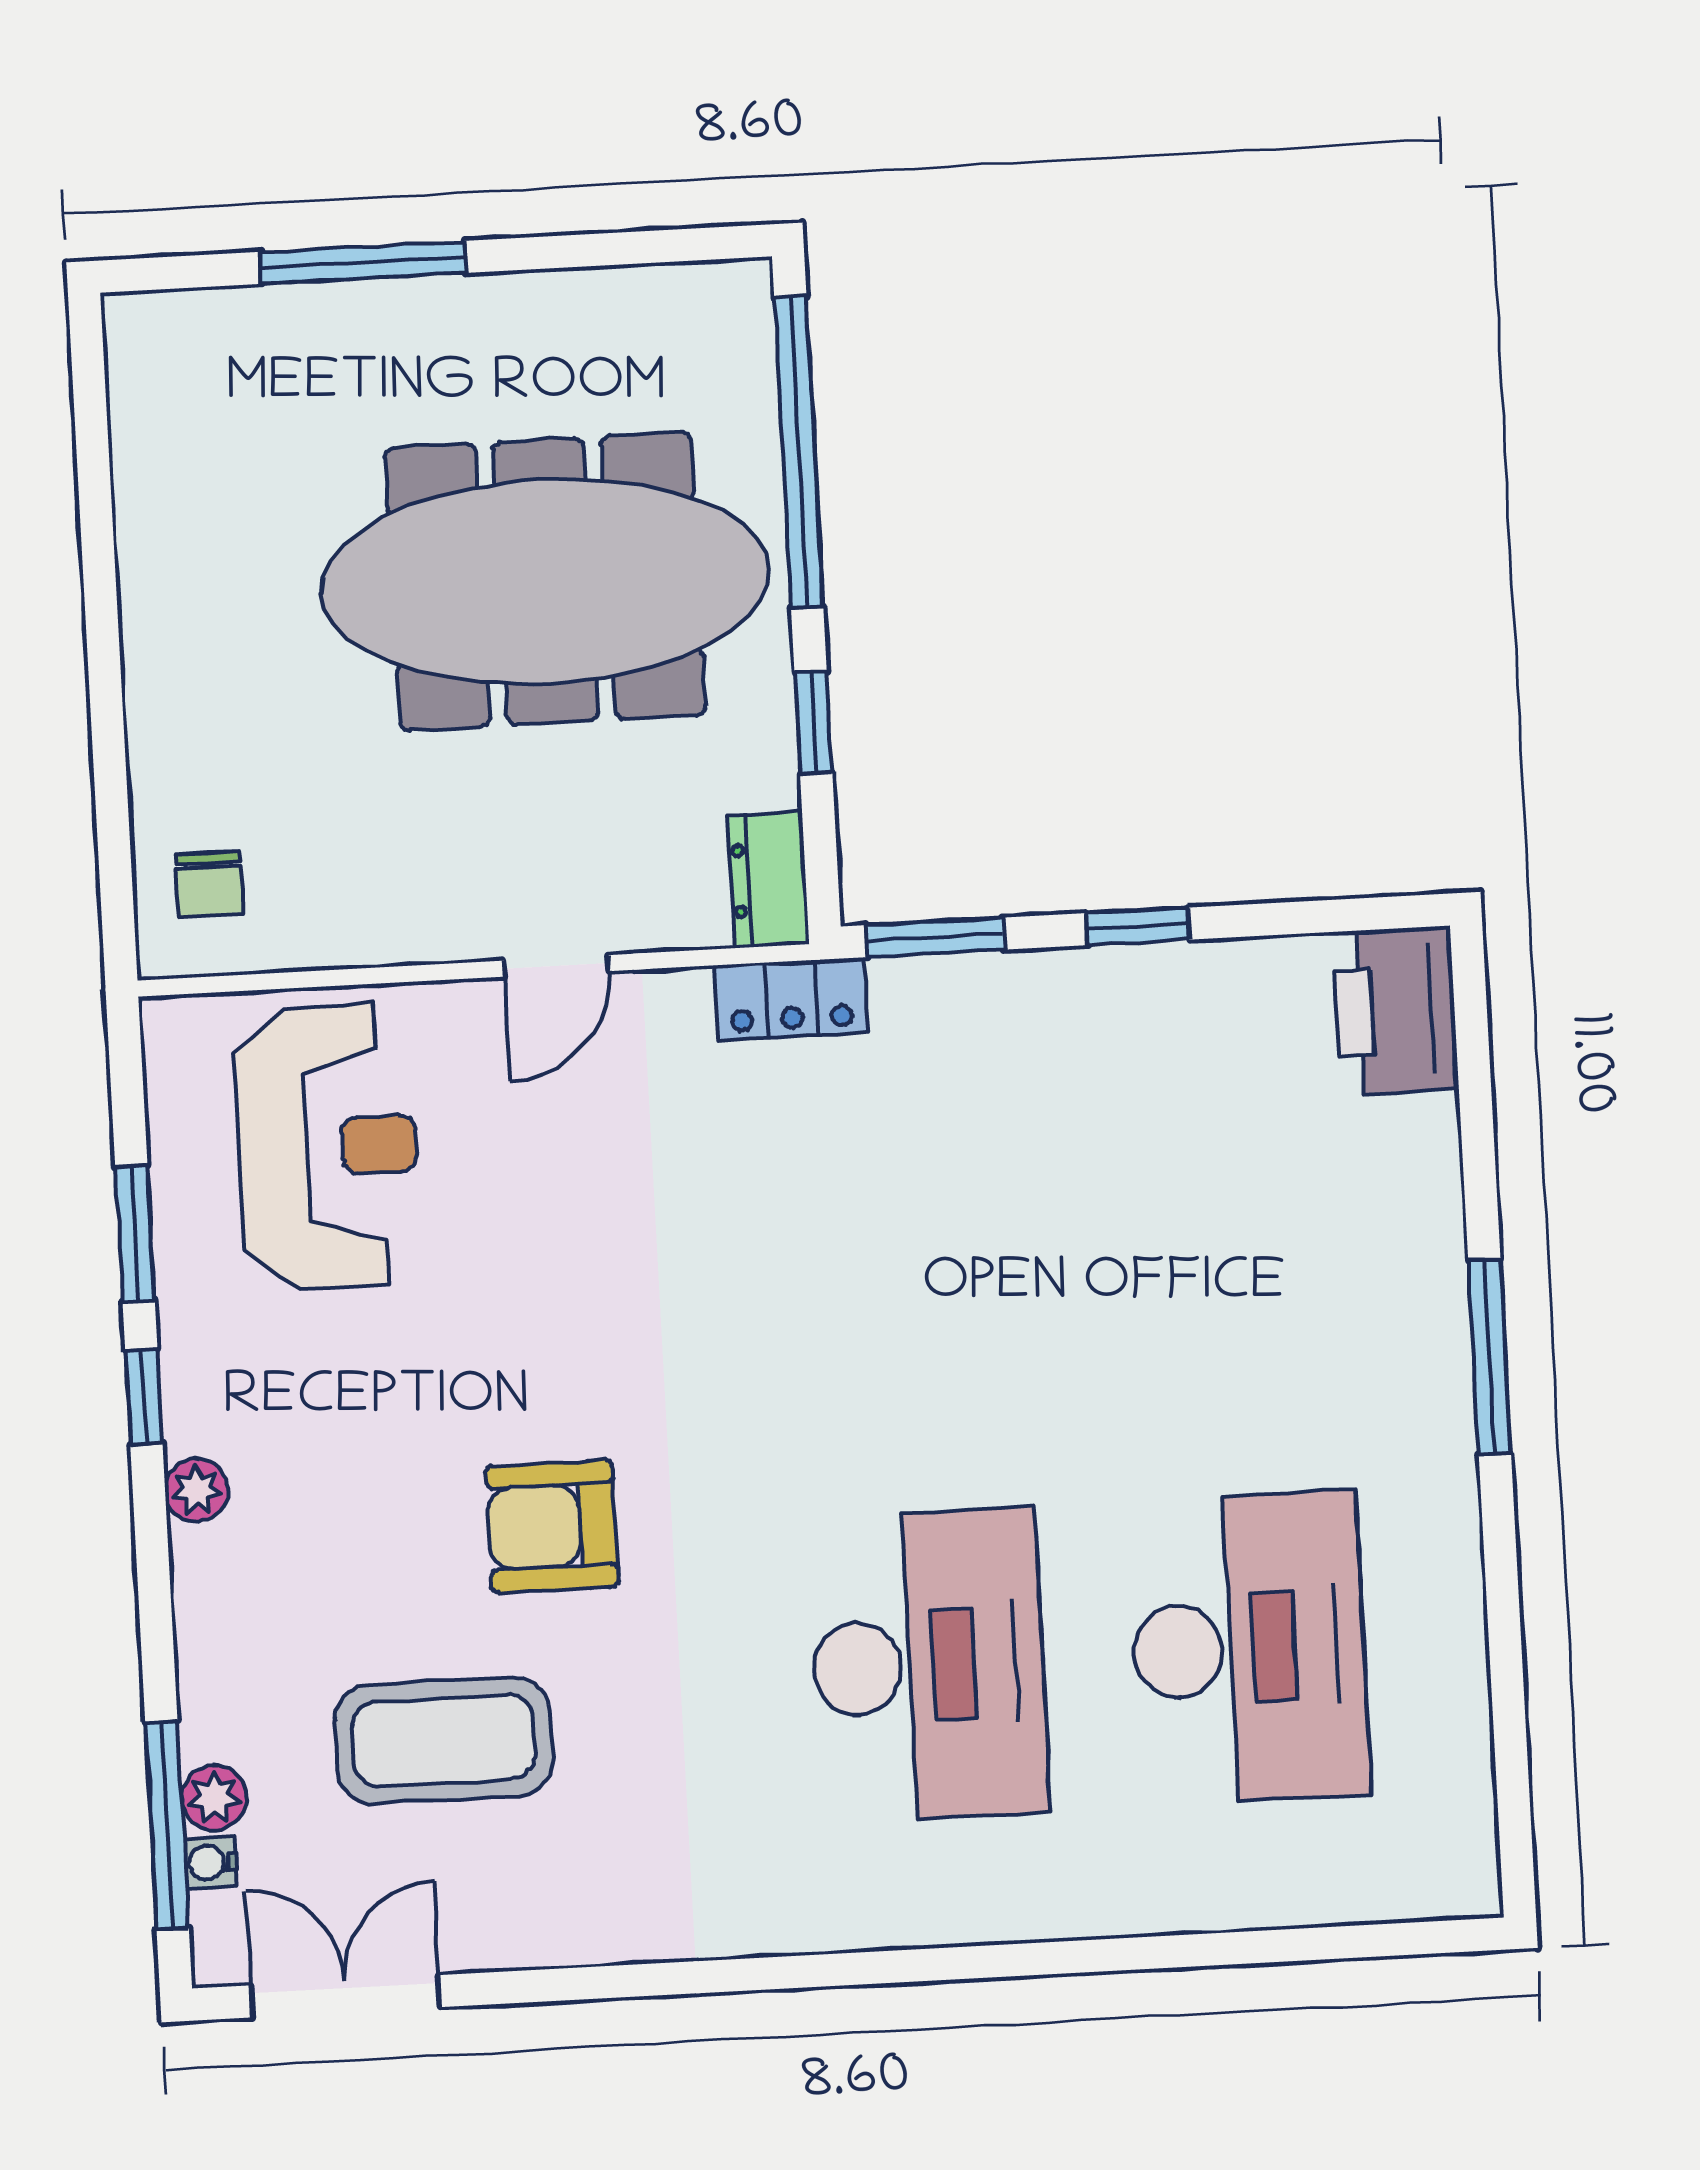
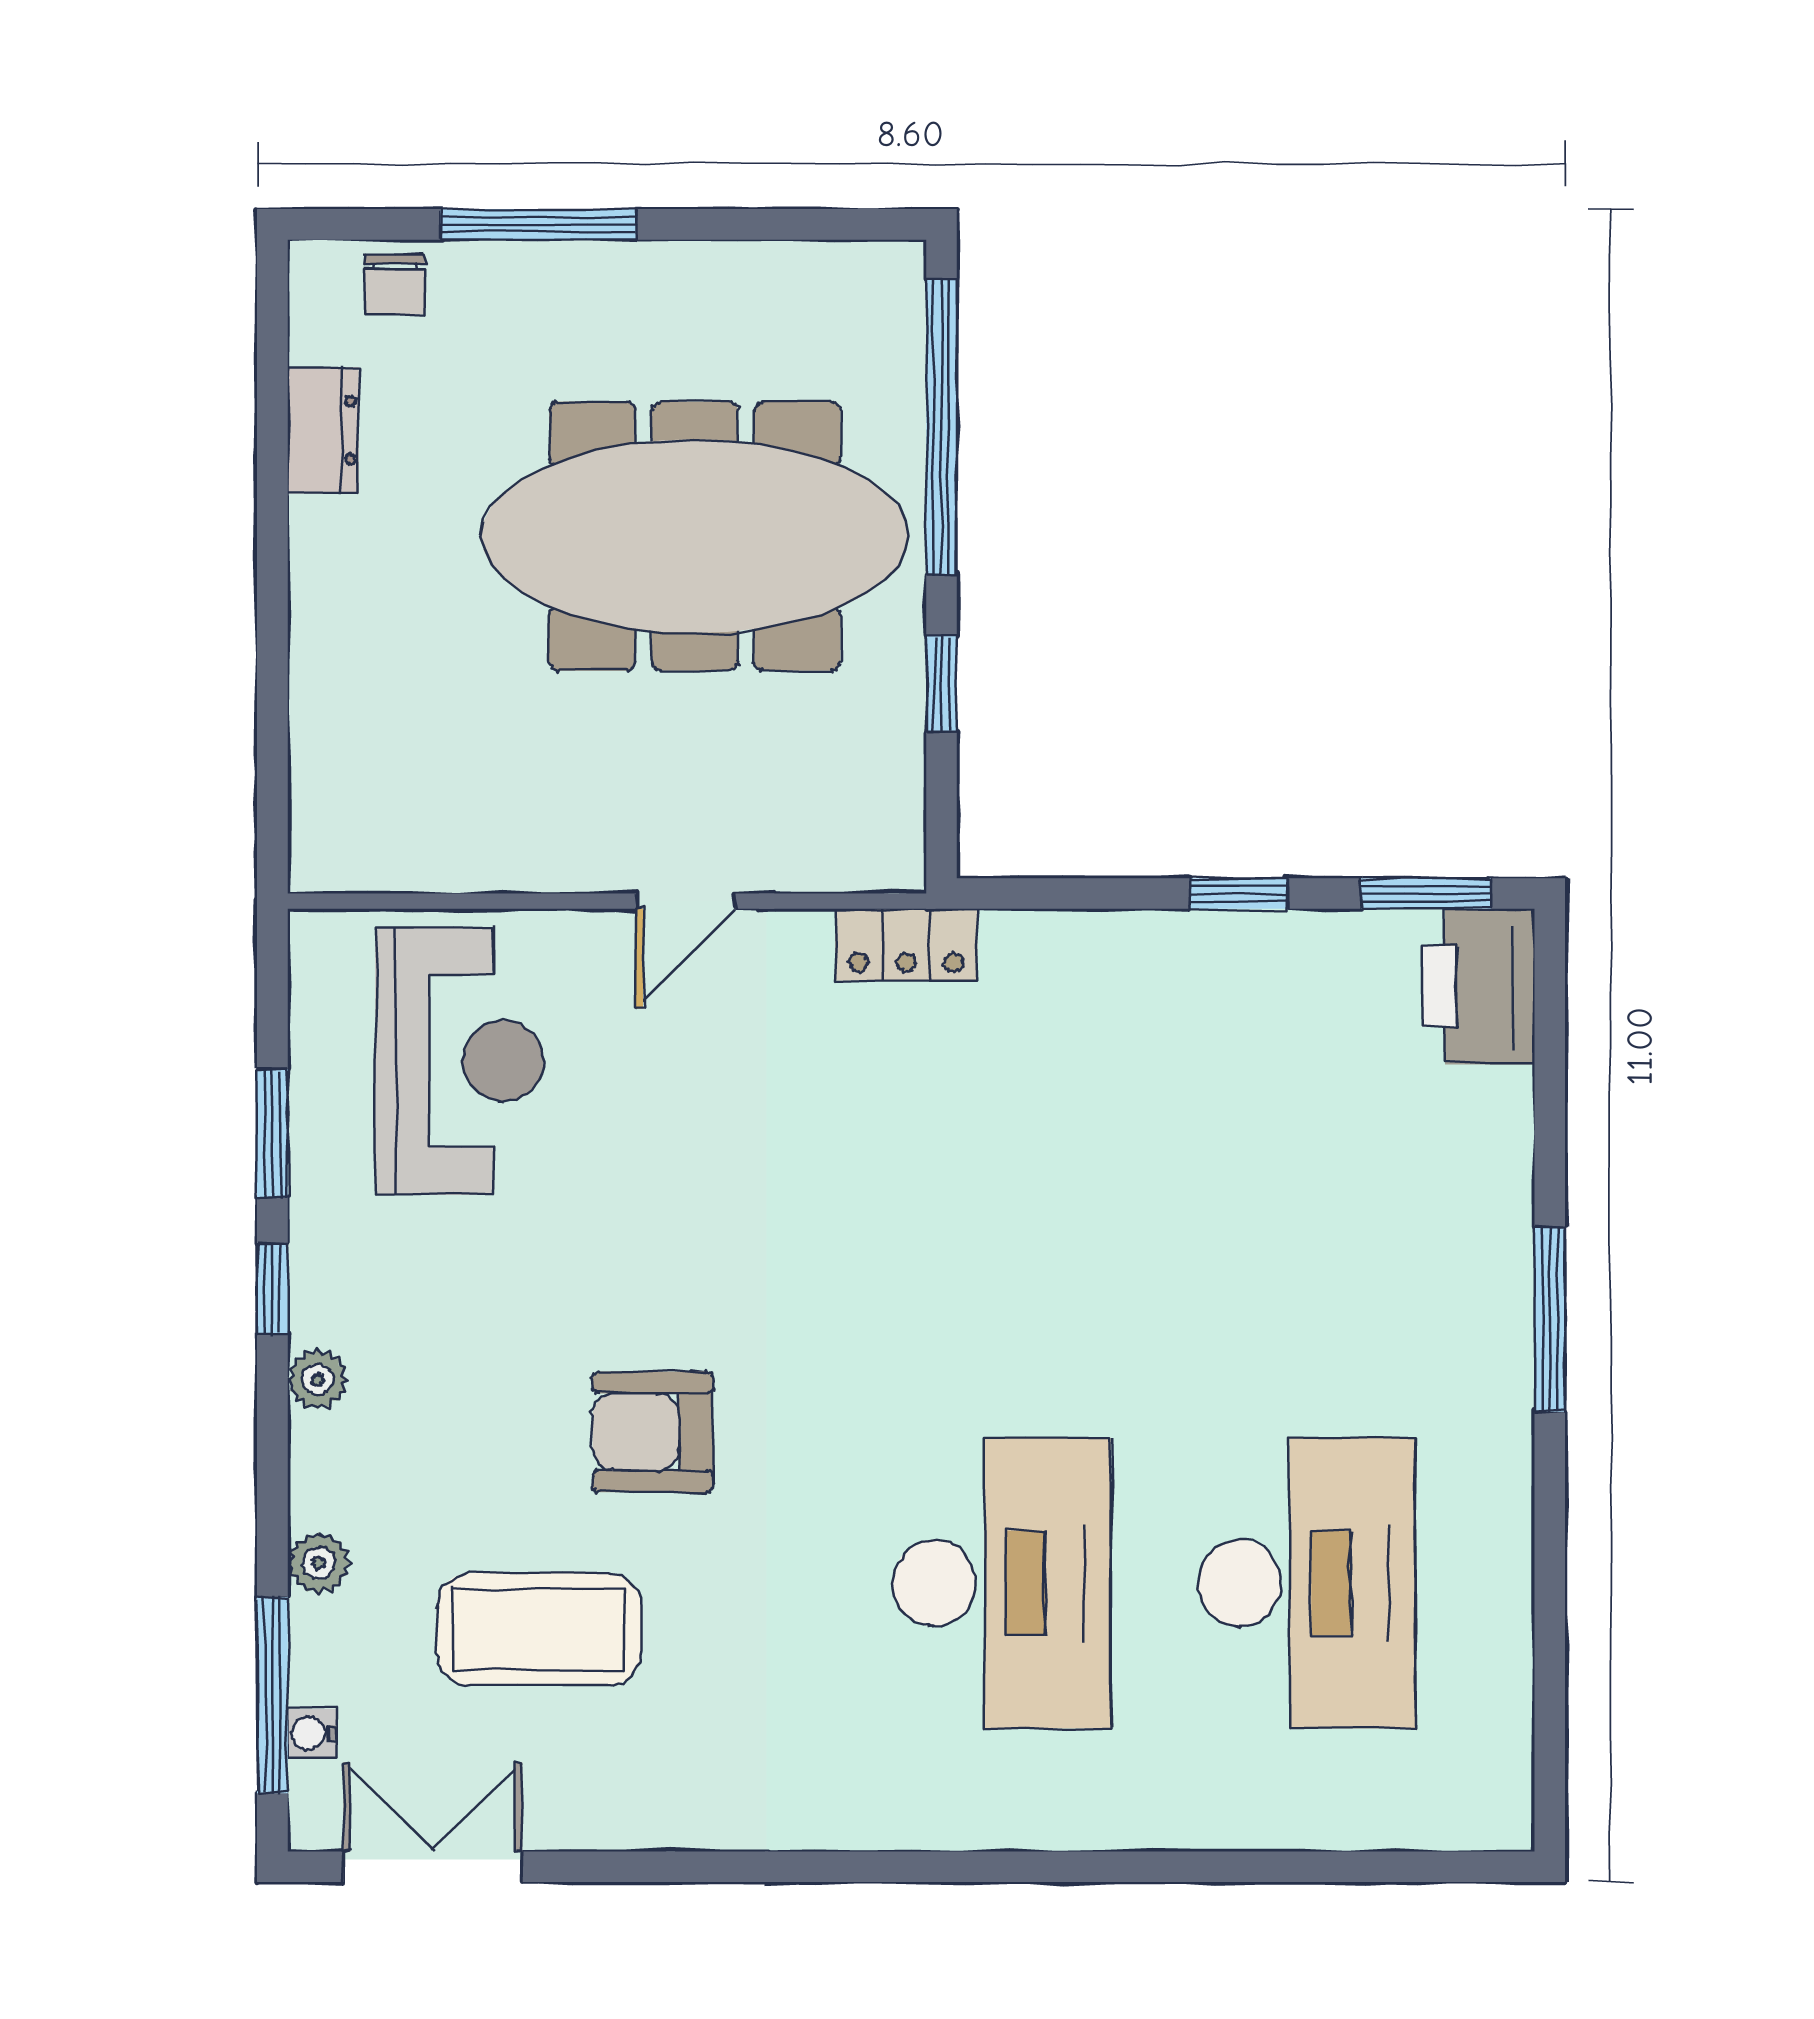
dresser: (768, 880) -> (323, 430), moved, turned 180
chair: (209, 884) -> (394, 284), moved
window: (935, 937) -> (1426, 894), moved
plant: (214, 1798) -> (319, 1563), moved

